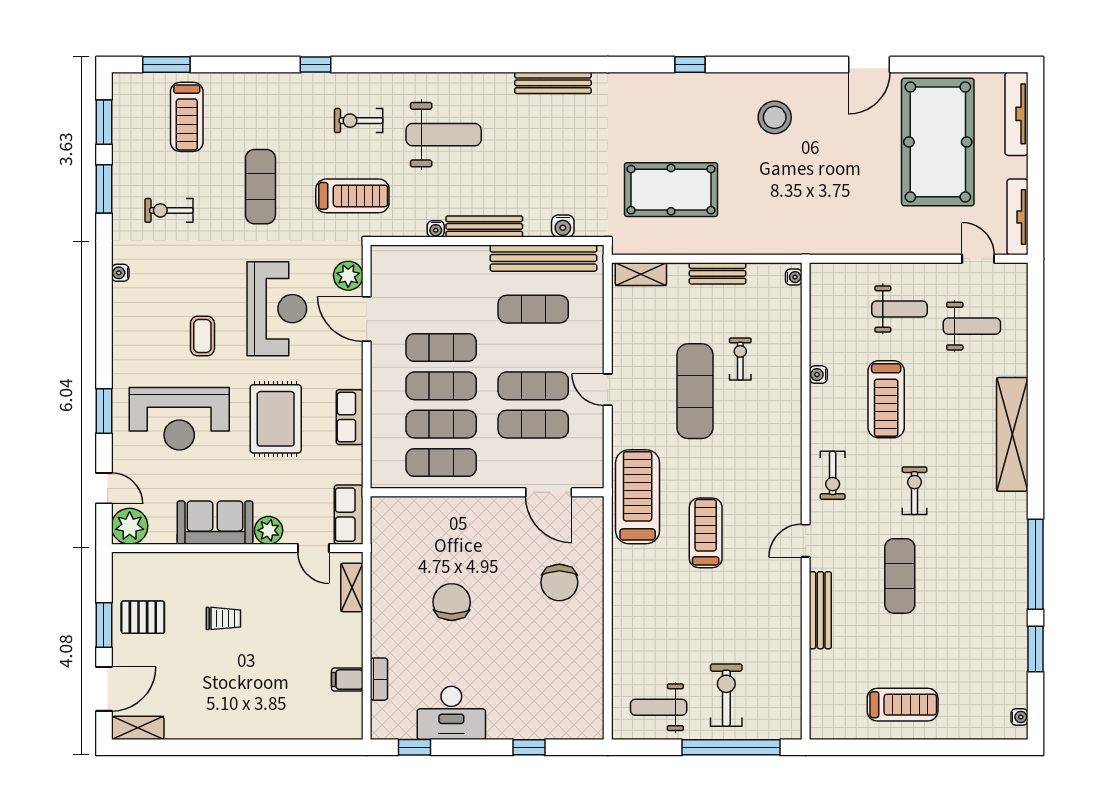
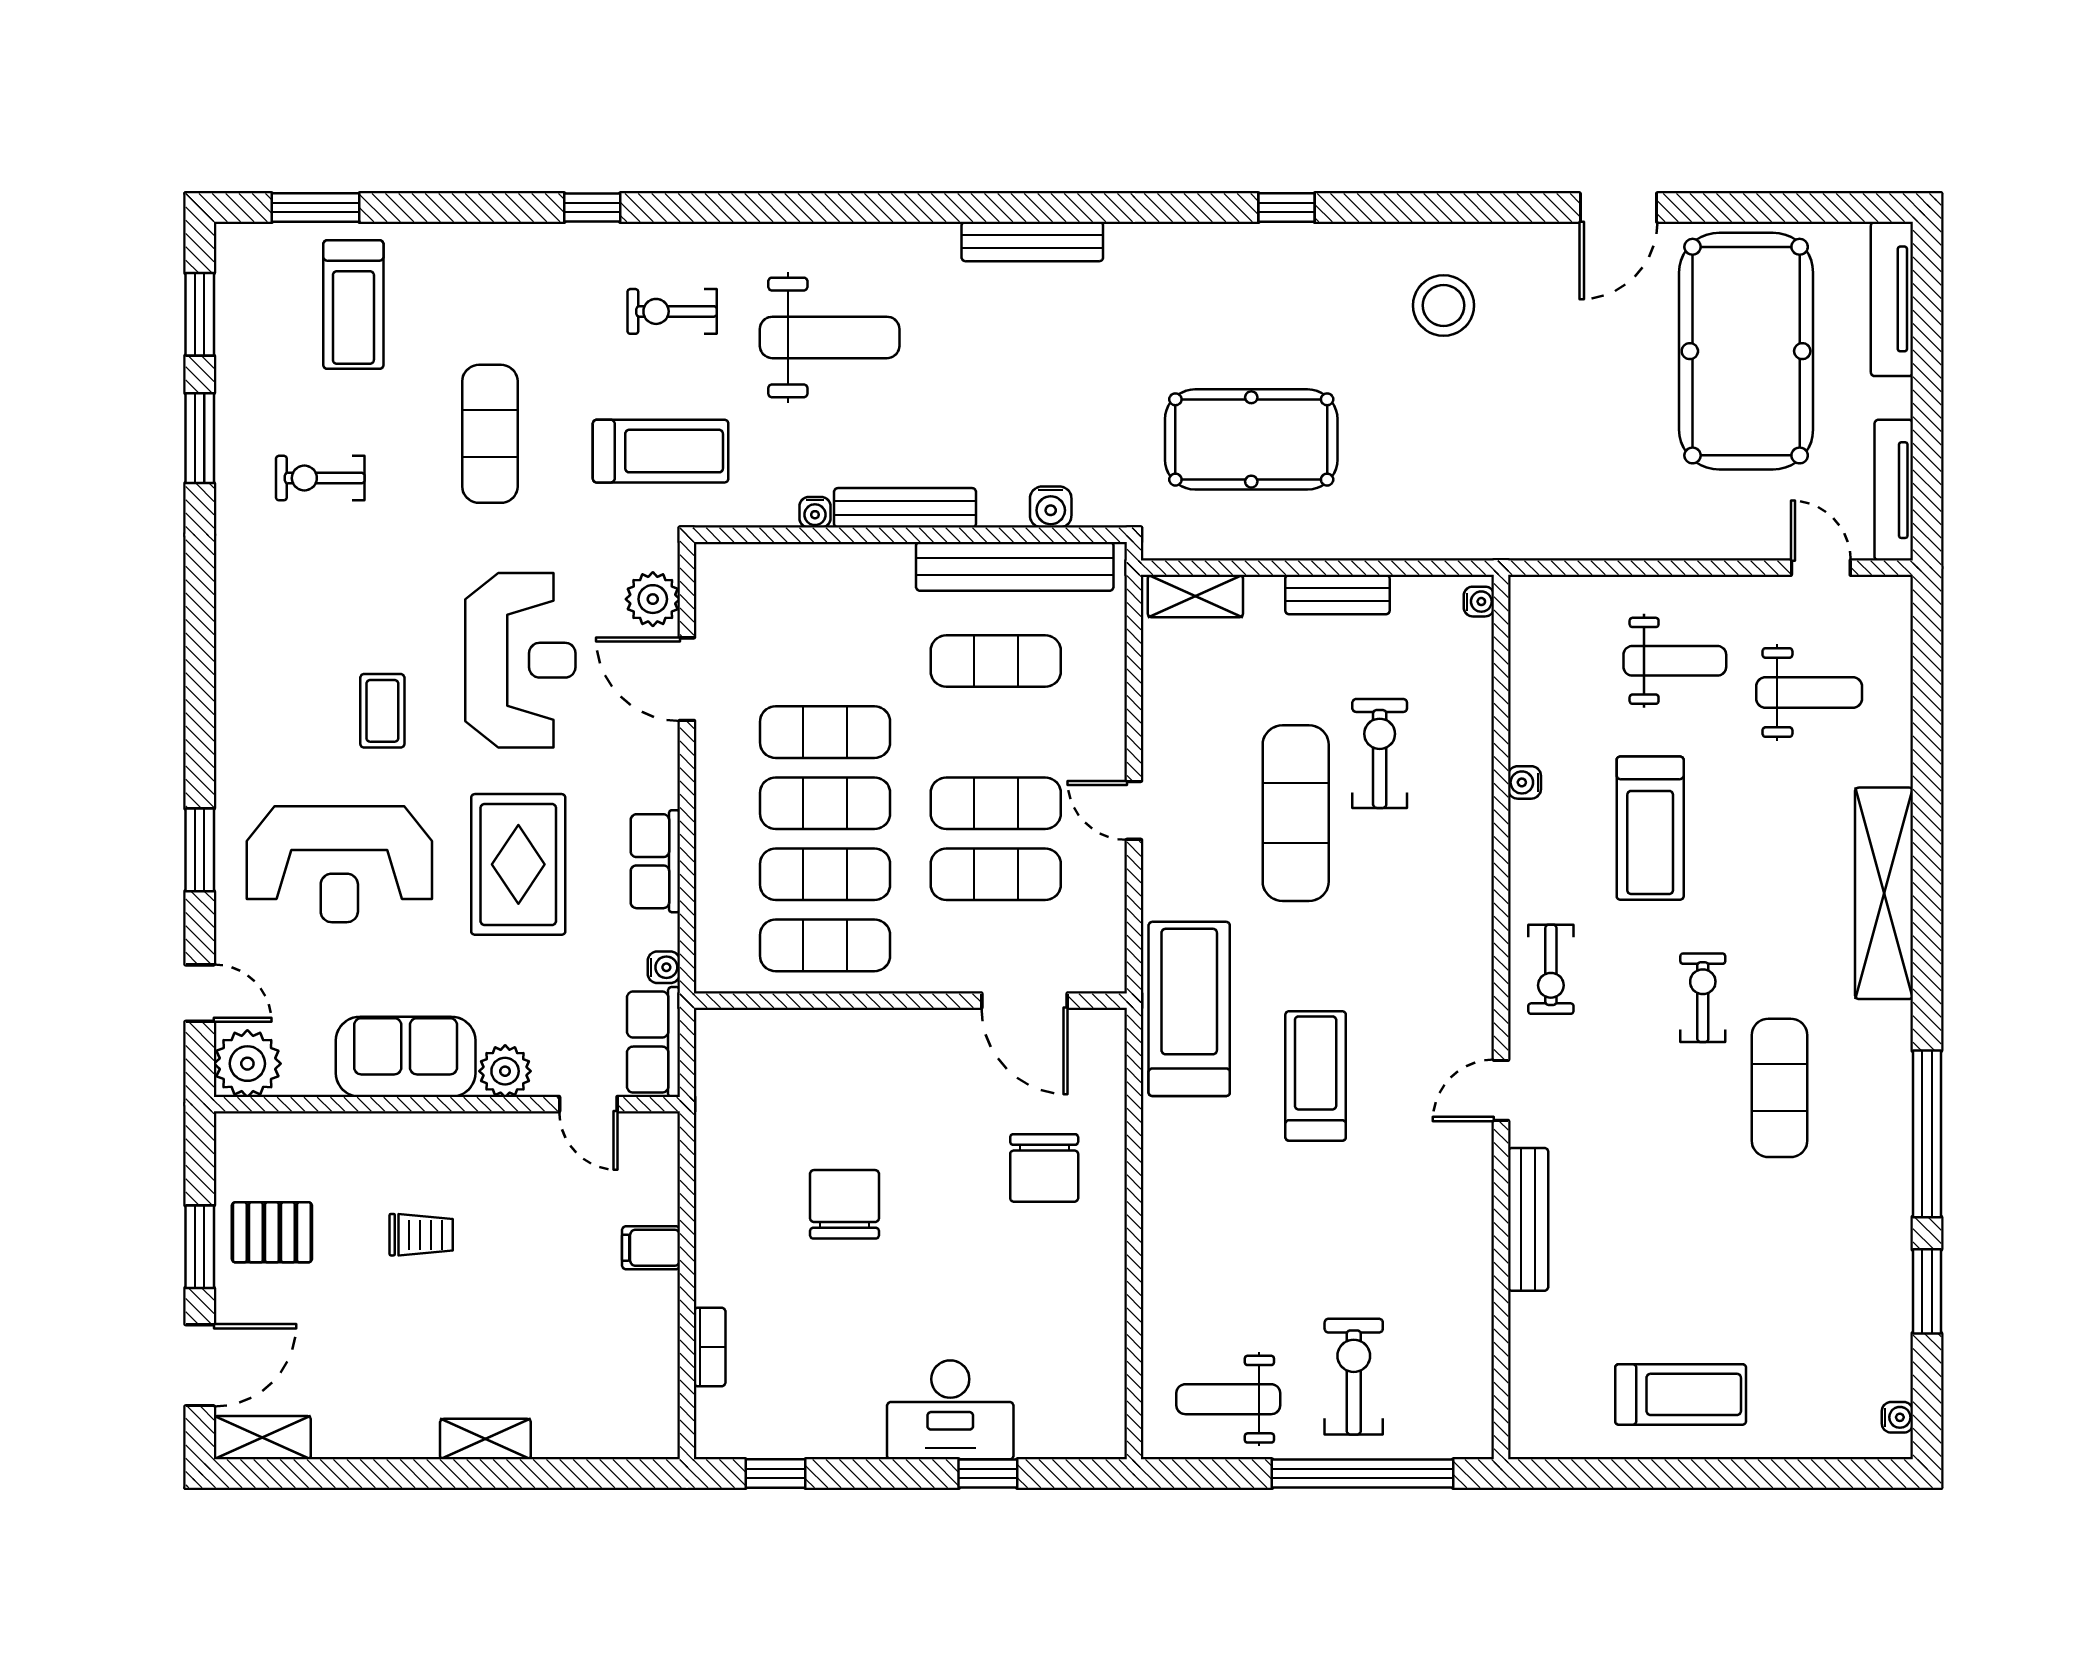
water cooler: (120, 273) -> (664, 967), moved, turned 180
exercise bike: (740, 359) -> (1380, 753), width x1.38, depth x1.39
exercise mat: (900, 576) -> (1779, 1088), moved
shelving: (352, 587) -> (485, 1439), moved, turned 90
filing cabinet: (347, 680) -> (651, 1248), moved
desk: (451, 713) -> (950, 1410), moved

